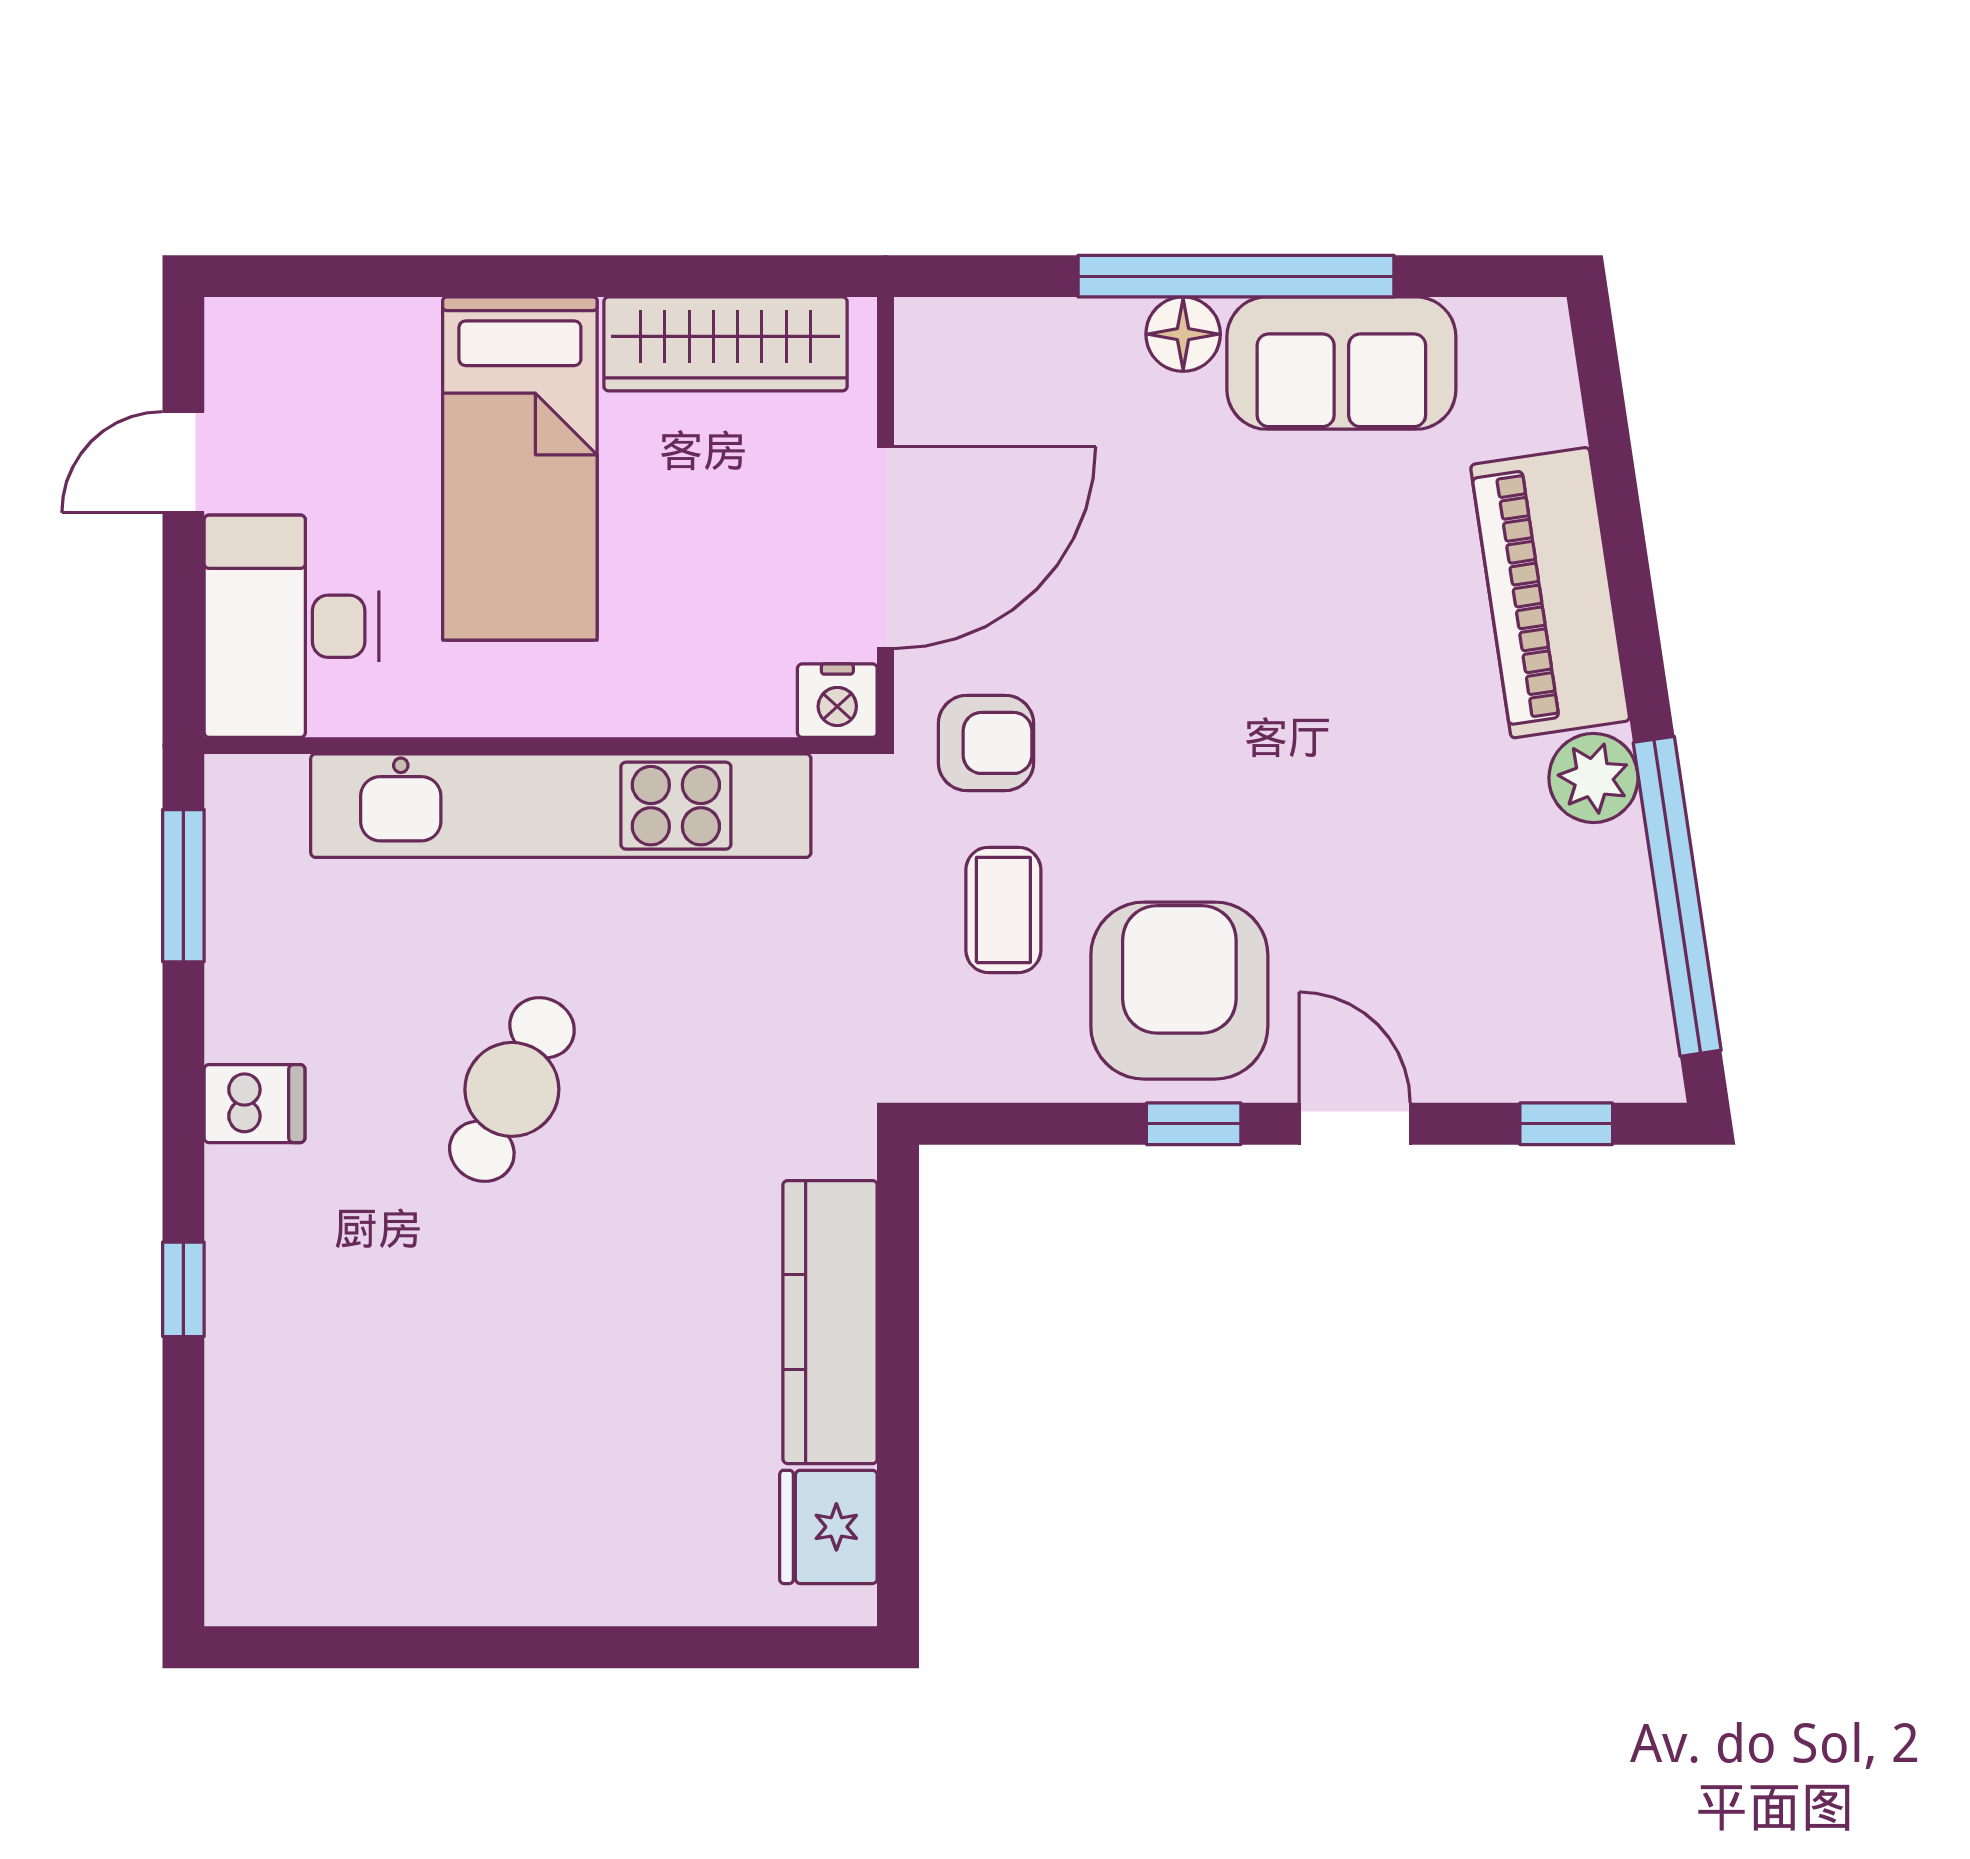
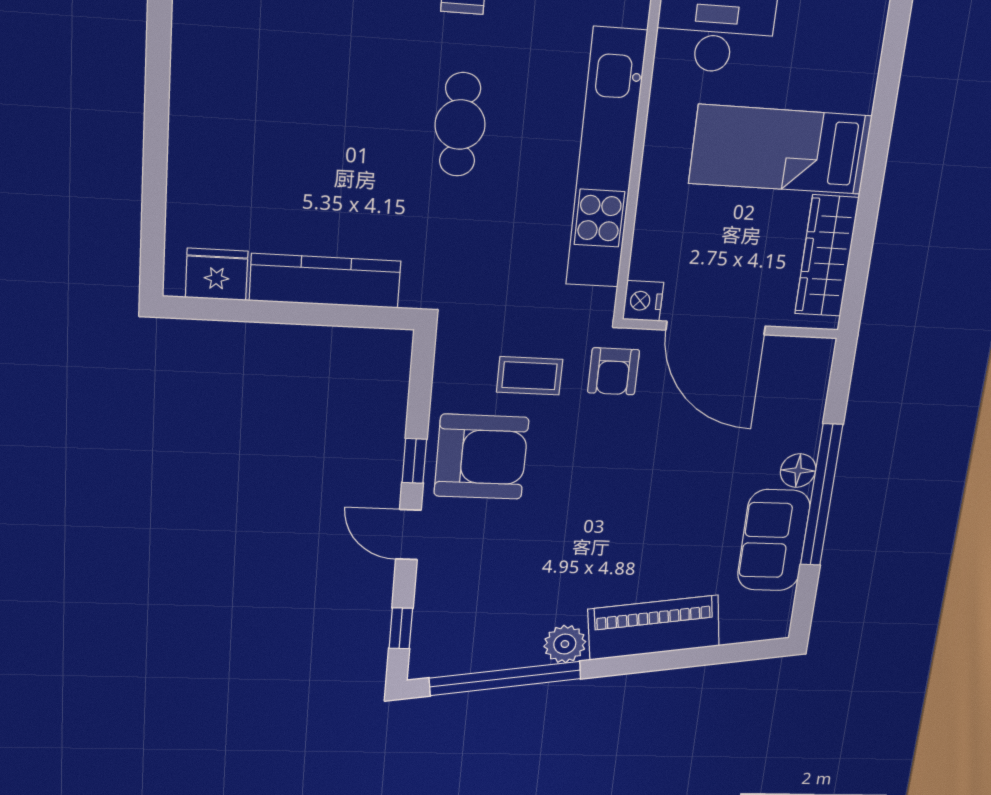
cafe table: (512, 1089) -> (460, 125), turned 64
door: (1355, 1124) -> (408, 535), swing flipped

